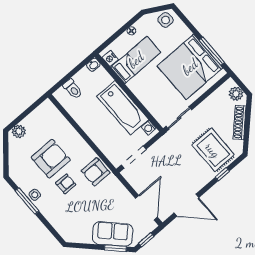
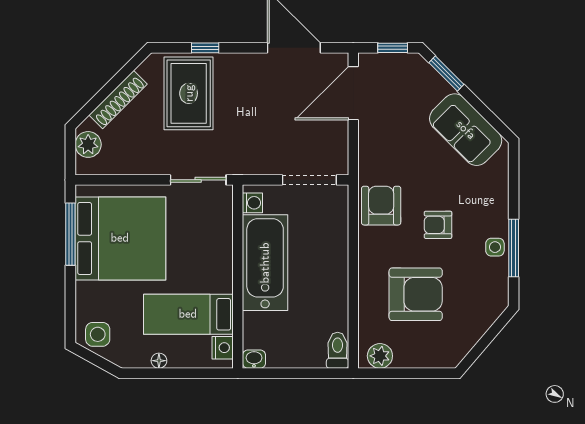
toilet: (73, 89) -> (338, 350), moved
plant: (19, 131) -> (380, 356), moved
armchair: (51, 159) -> (416, 294), moved, turned 180
armchair: (96, 172) -> (381, 206), turned -90
sofa: (113, 234) -> (466, 130), moved

